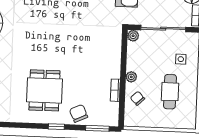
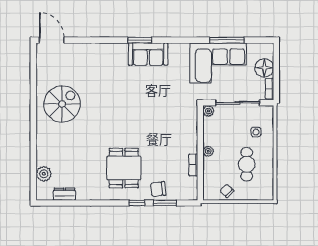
chair: (137, 98) -> (227, 191), moved
chair: (79, 113) -> (158, 189), turned -72
window: (97, 128) -> (165, 203), moved

